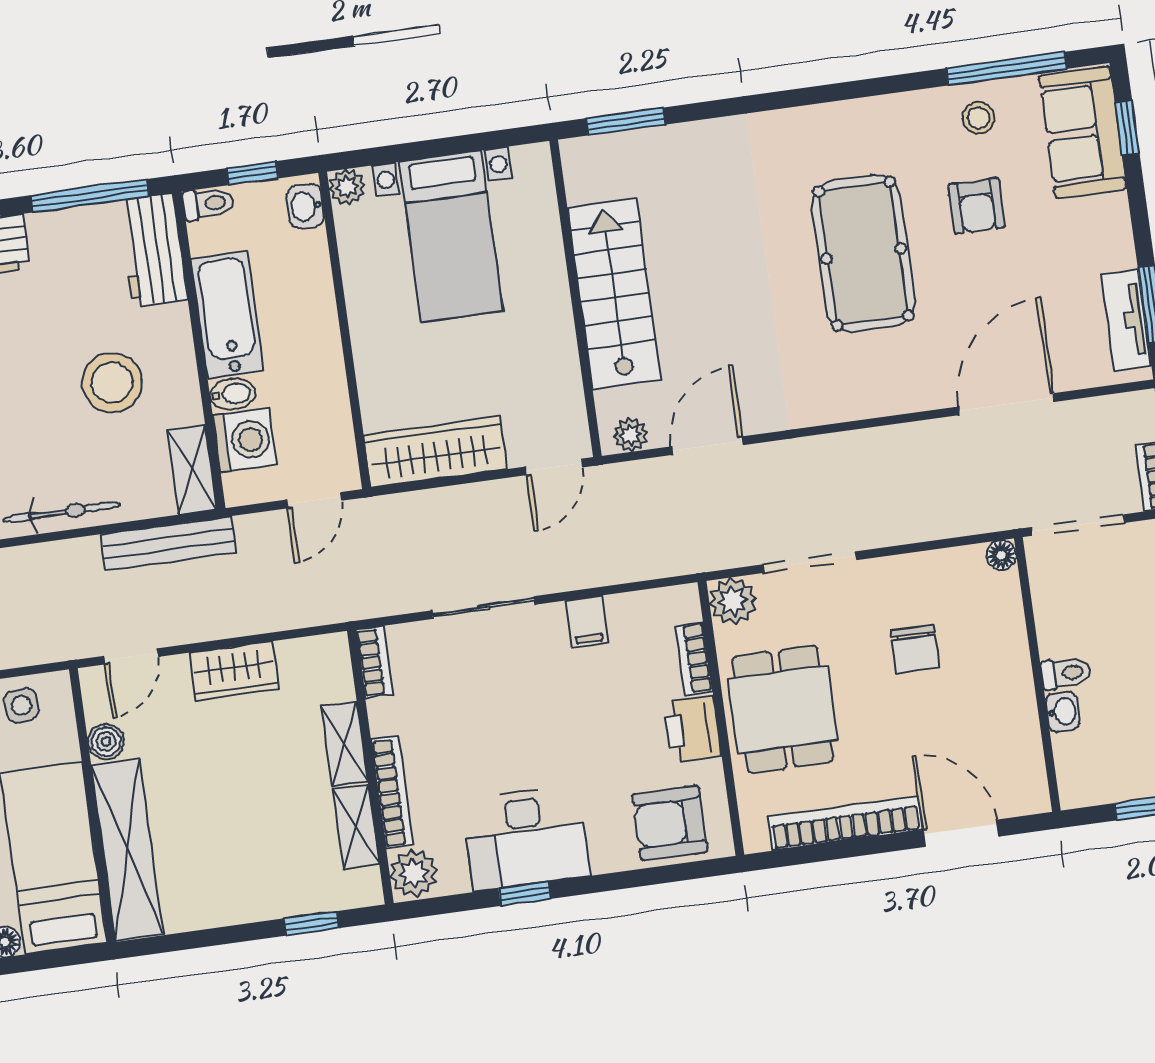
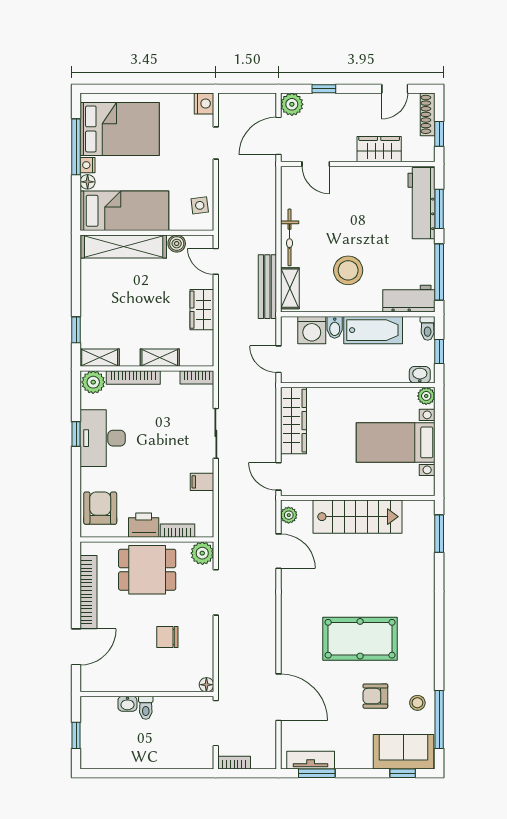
shelving: (192, 470) -> (290, 288), moved, turned 90
shelving: (356, 827) -> (100, 358), moved

